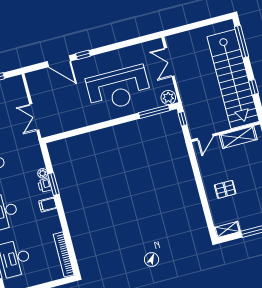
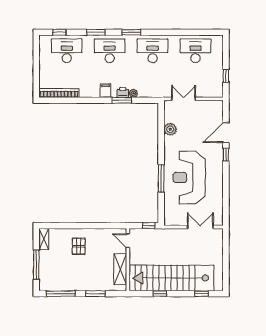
window: (242, 42) -> (202, 294), width x0.46
plant: (168, 97) -> (170, 129), moved
window: (154, 112) -> (161, 178), moved

